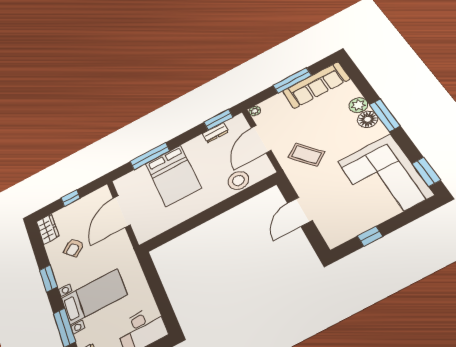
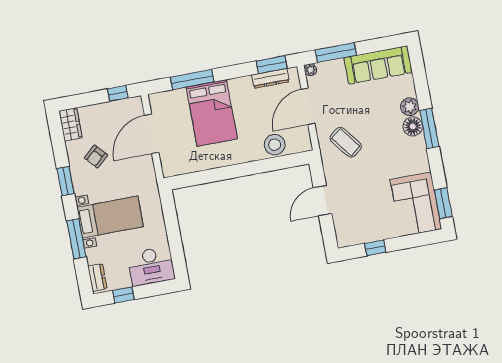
window: (292, 80) -> (336, 53), moved
dresser: (215, 133) -> (270, 78), width x1.44
corner sofa: (385, 178) -> (416, 204), width x0.73, depth x0.74
window: (71, 198) -> (118, 93), moved

